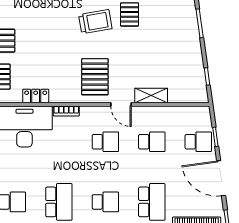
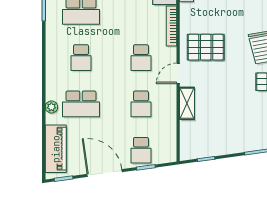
bookcase: (66, 111) -> (172, 26), width x1.56
door: (221, 178) -> (105, 173), hinge flipped

